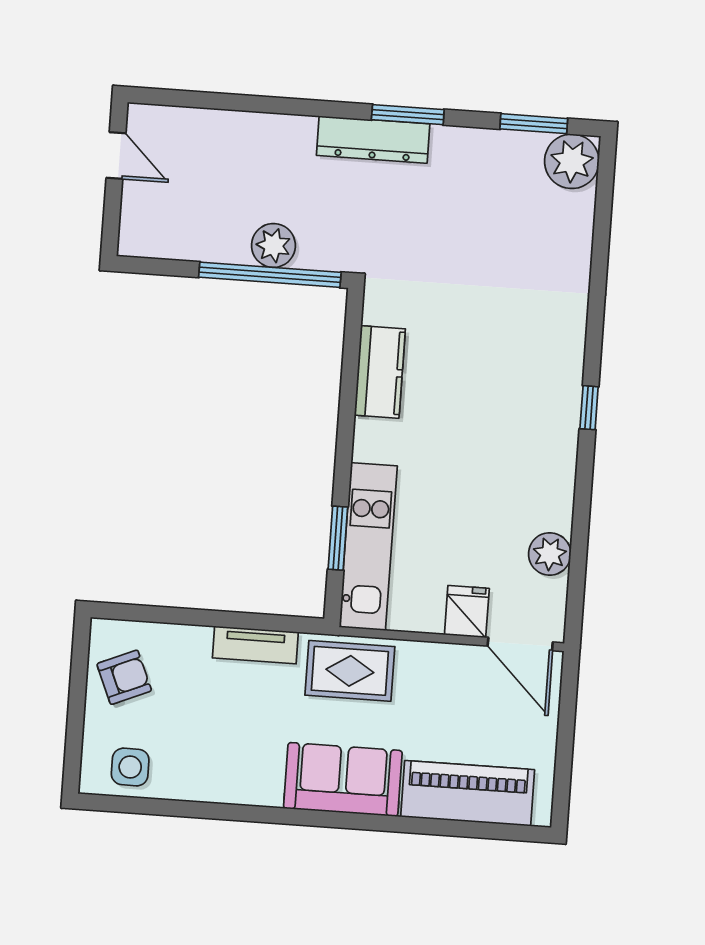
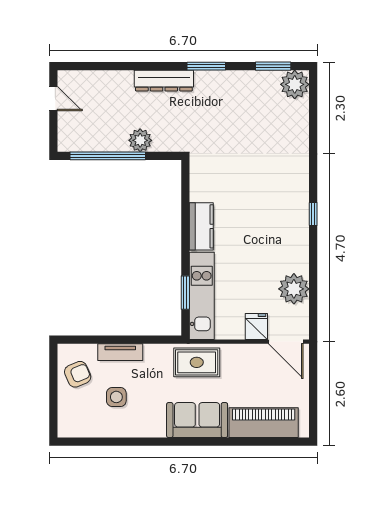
dresser: (373, 140) -> (164, 81), moved
window: (270, 275) -> (108, 156), moved
kitchen counter: (380, 372) -> (201, 226), moved
plant: (550, 554) -> (294, 289), width x1.36, depth x1.36
tv unit: (255, 645) -> (120, 352), moved
side table: (130, 767) -> (116, 397), moved

